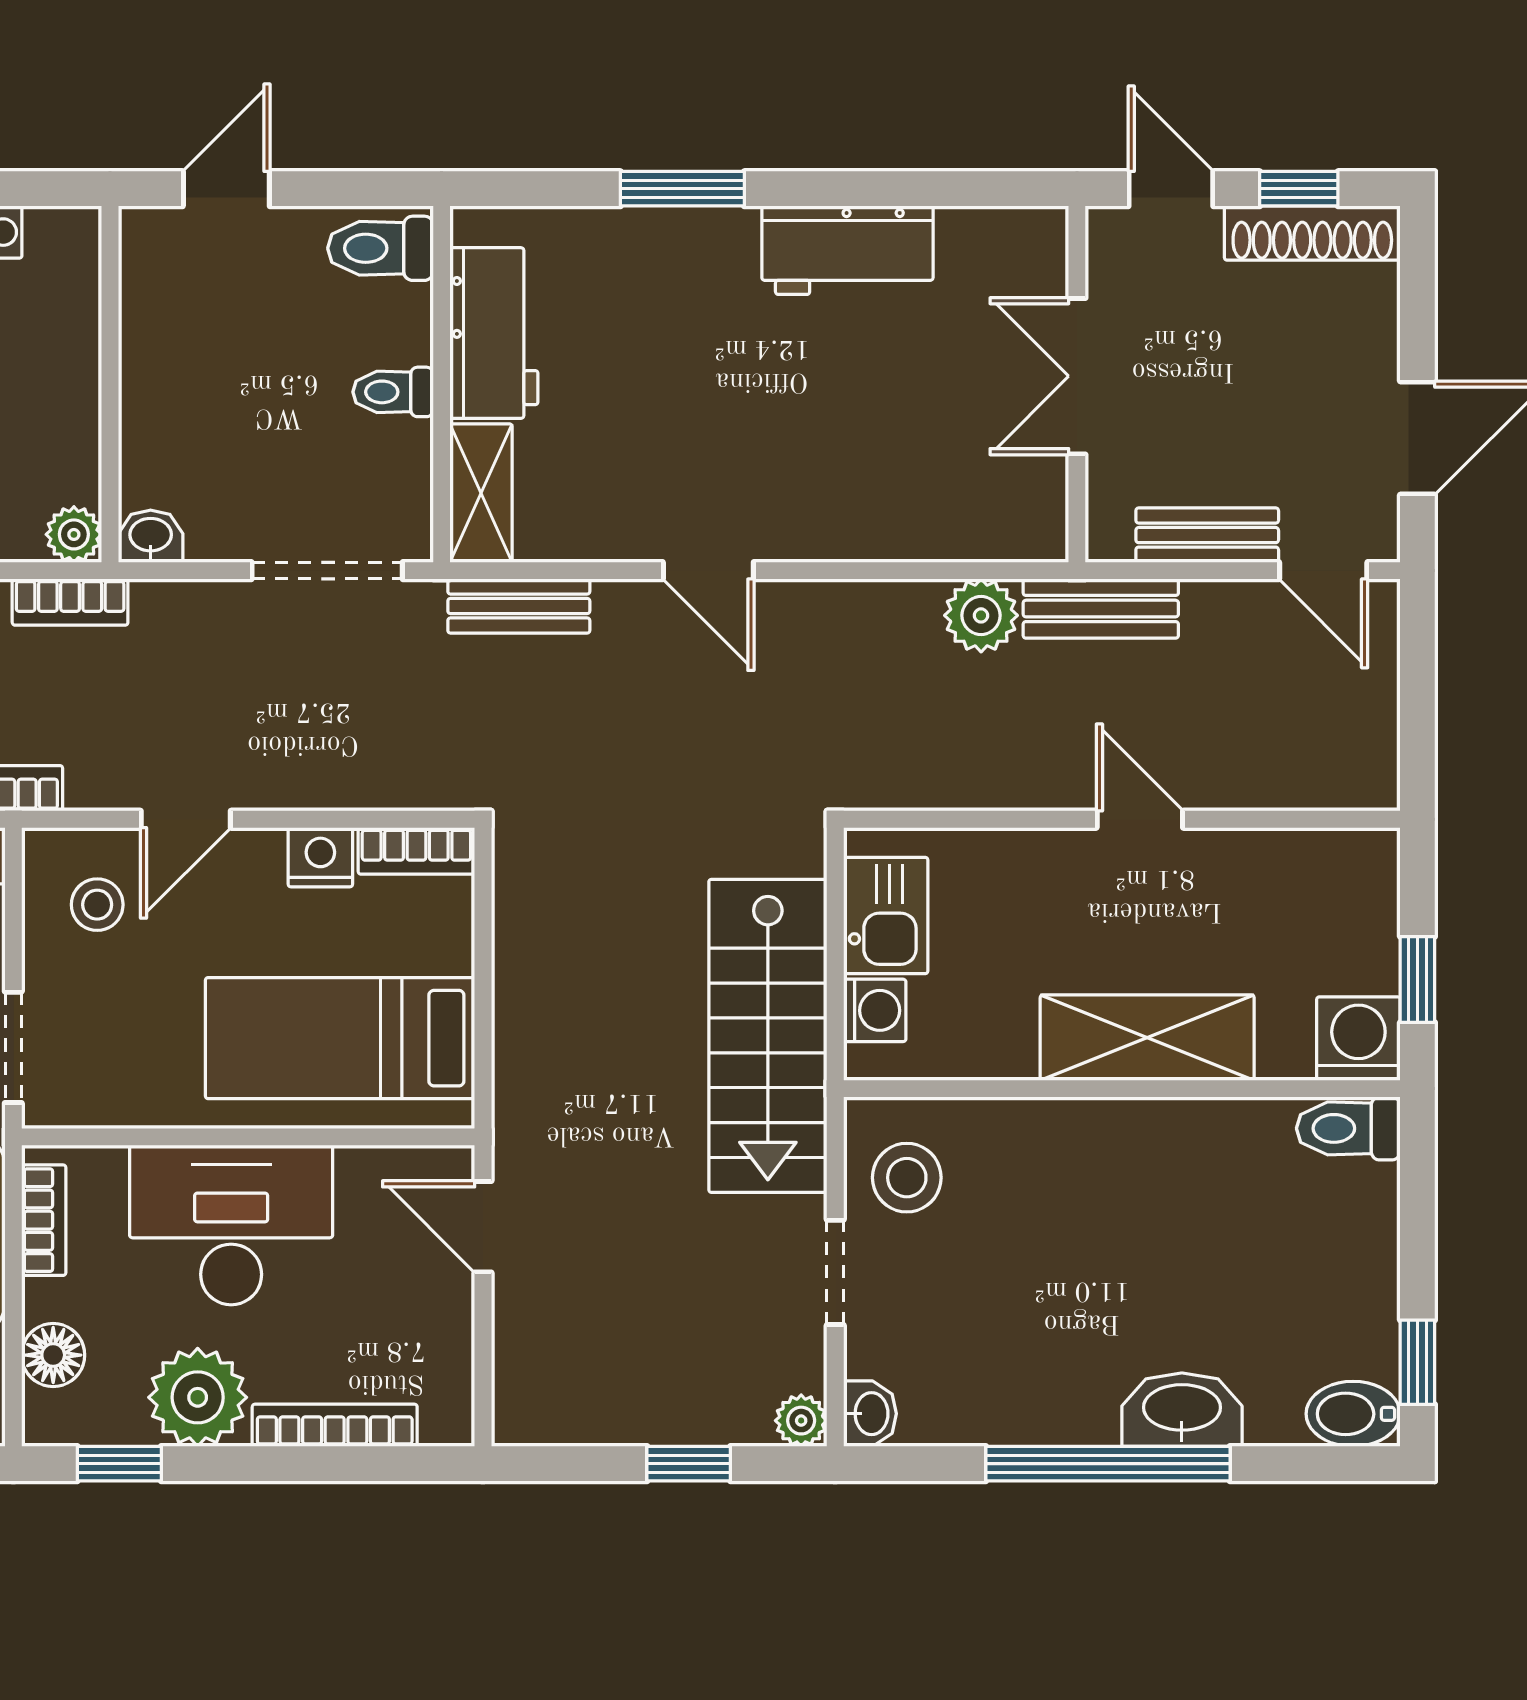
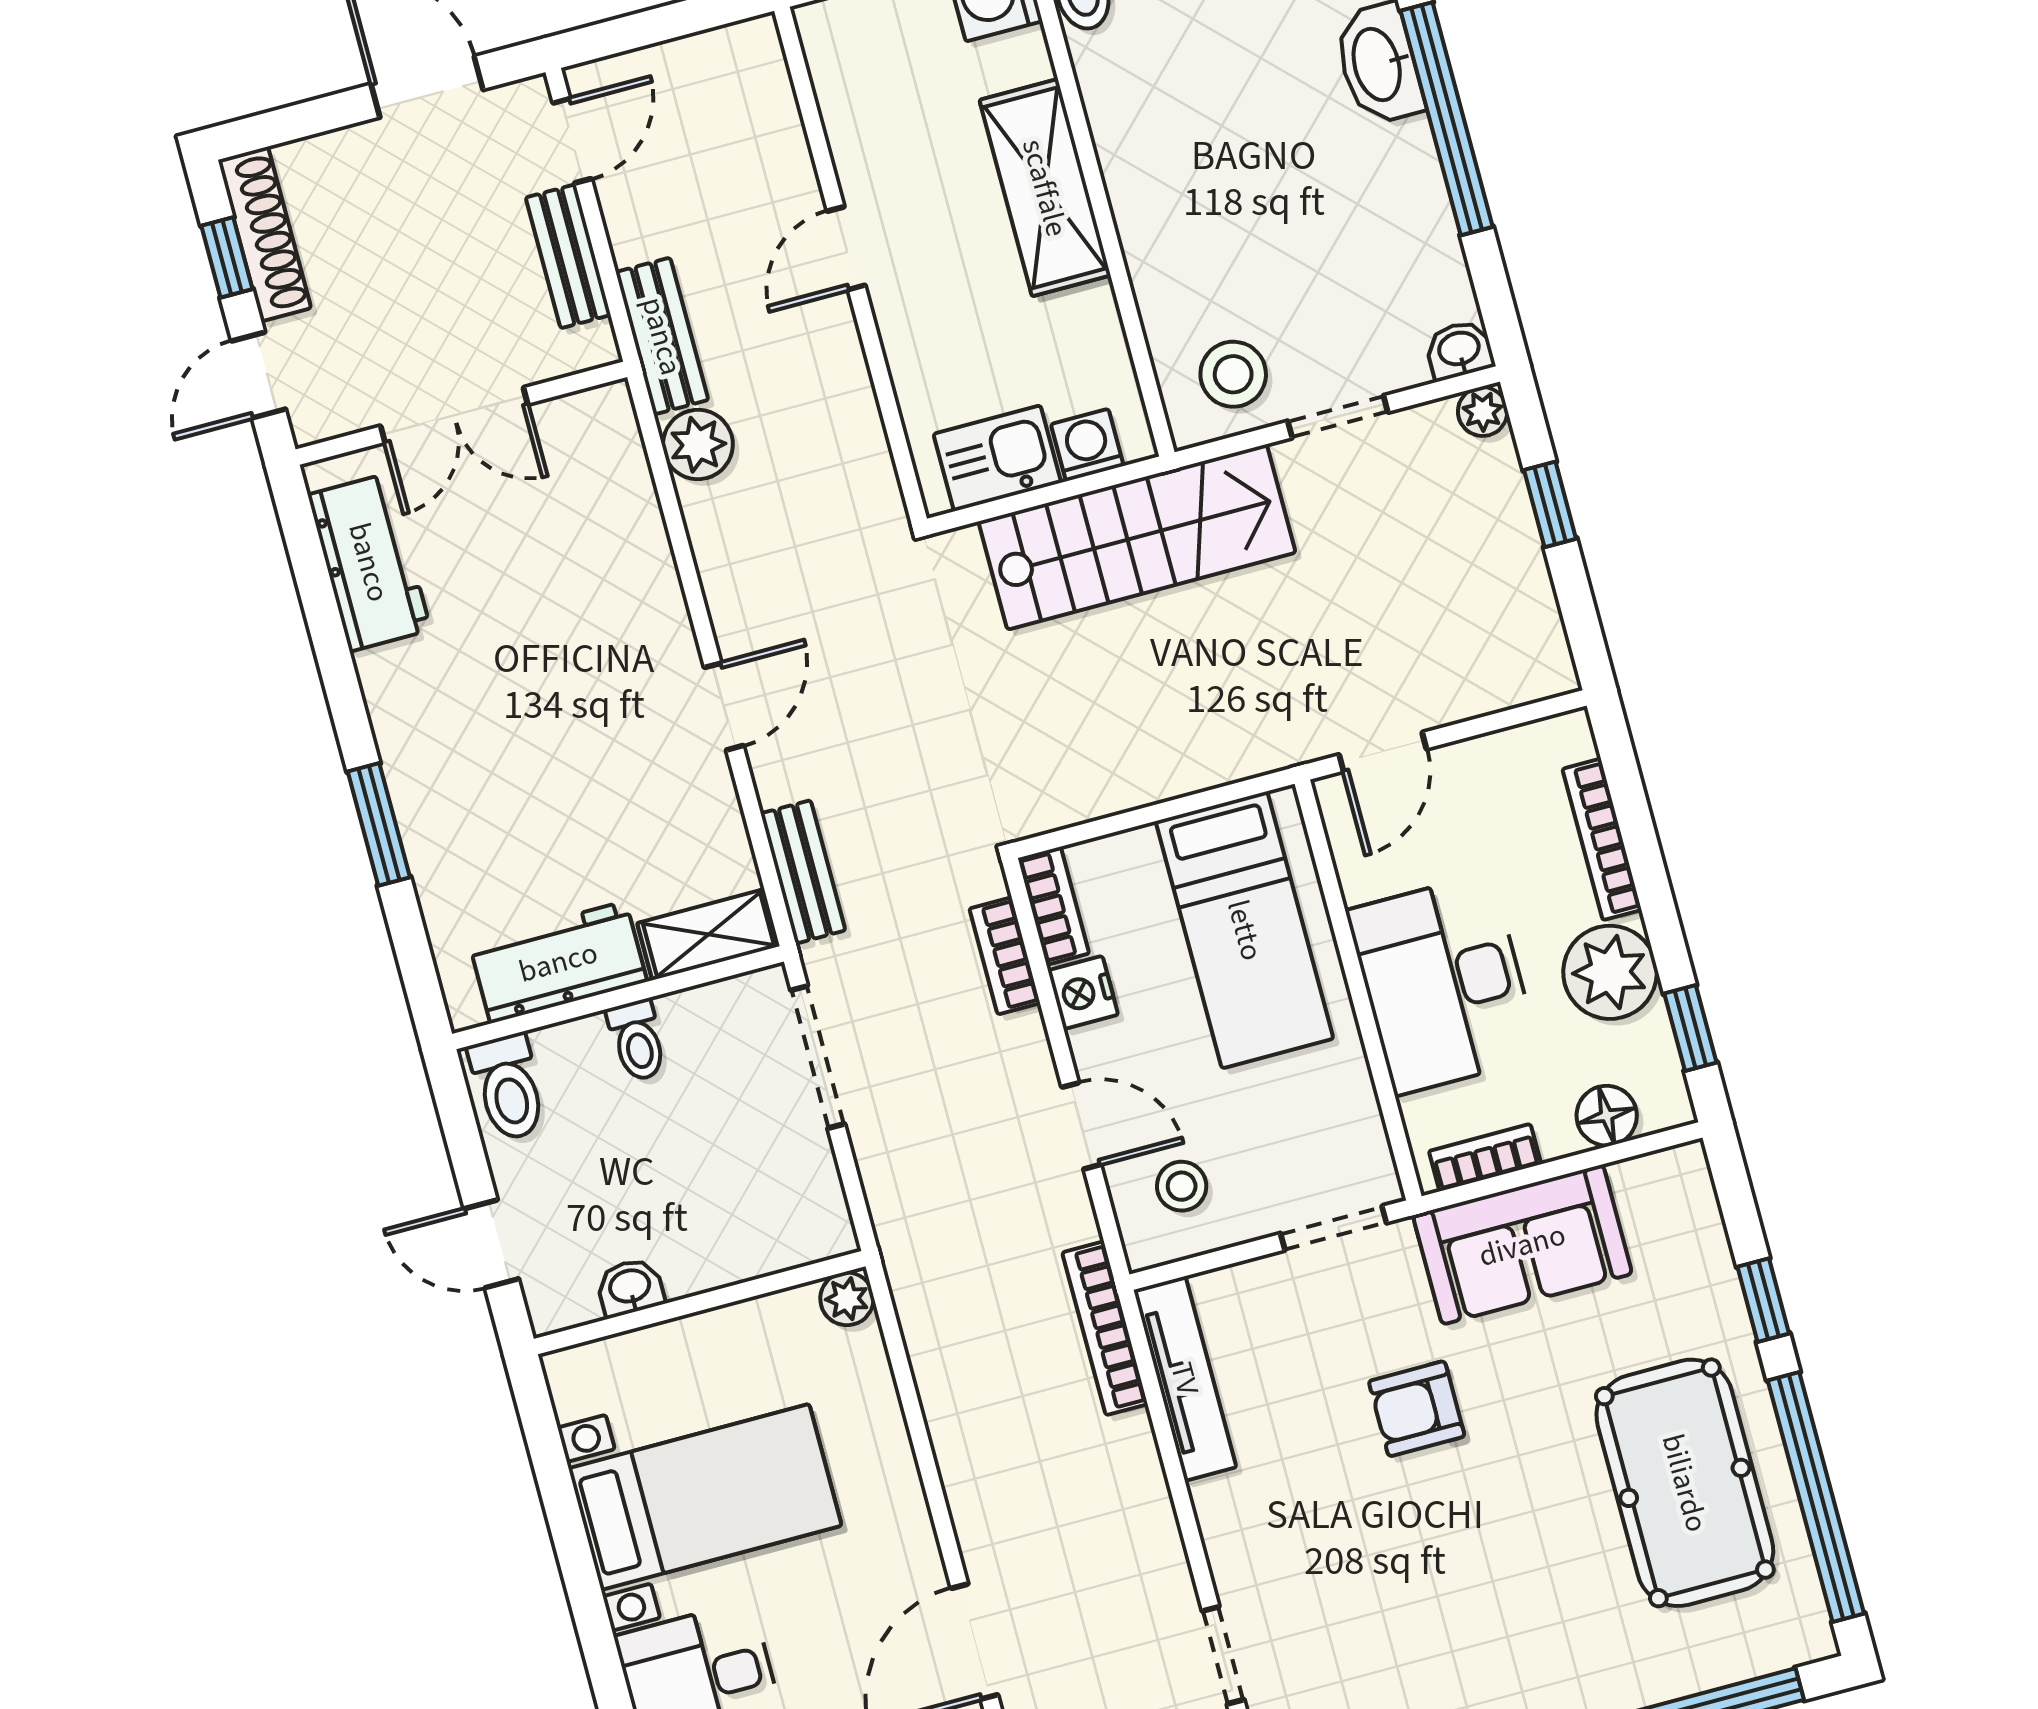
workbench: (847, 250) -> (369, 562), moved
washbasin: (151, 536) -> (630, 1287), moved, turned 90
bookcase: (70, 602) -> (1005, 956), moved, turned 180

